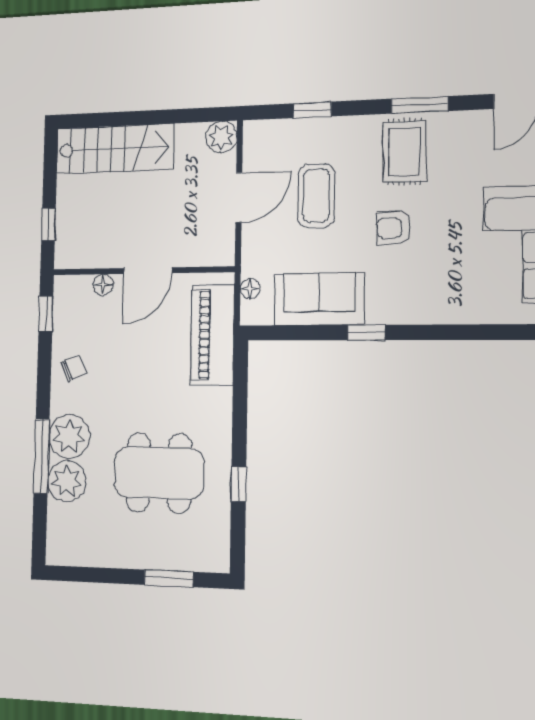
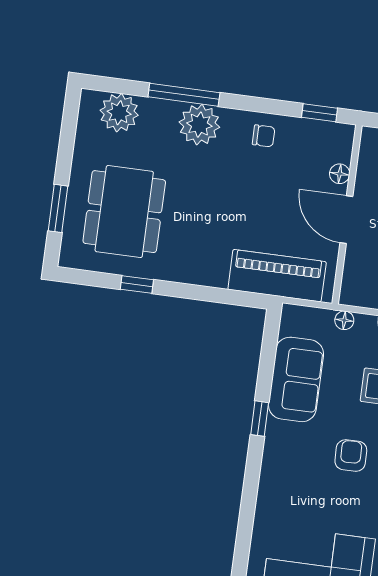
floor lamp: (250, 289) -> (344, 320), moved
chair: (74, 368) -> (264, 136), turned -66
dining table: (159, 473) -> (124, 212), moved
plant: (67, 481) -> (119, 113), moved

